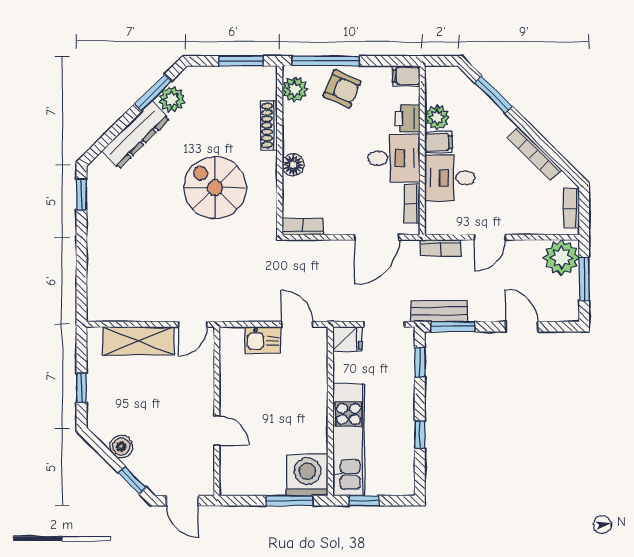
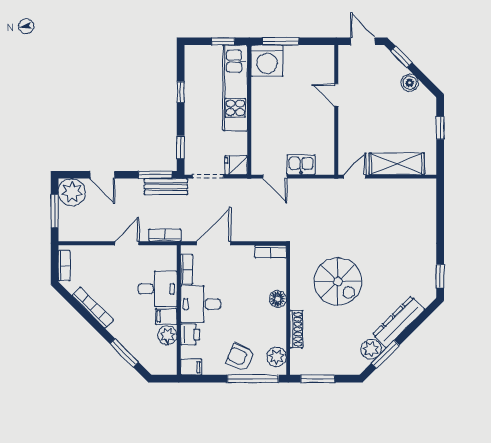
plant: (561, 258) -> (72, 192), moved

